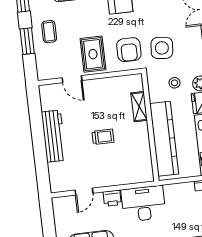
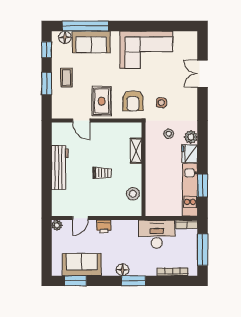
side table: (162, 48) -> (161, 103), width x0.54, depth x0.54
kitchen counter: (164, 139) -> (154, 181), removed
stool: (141, 157) -> (133, 194), added
plant: (58, 203) -> (57, 225), added
desk: (143, 204) -> (157, 234), moved

